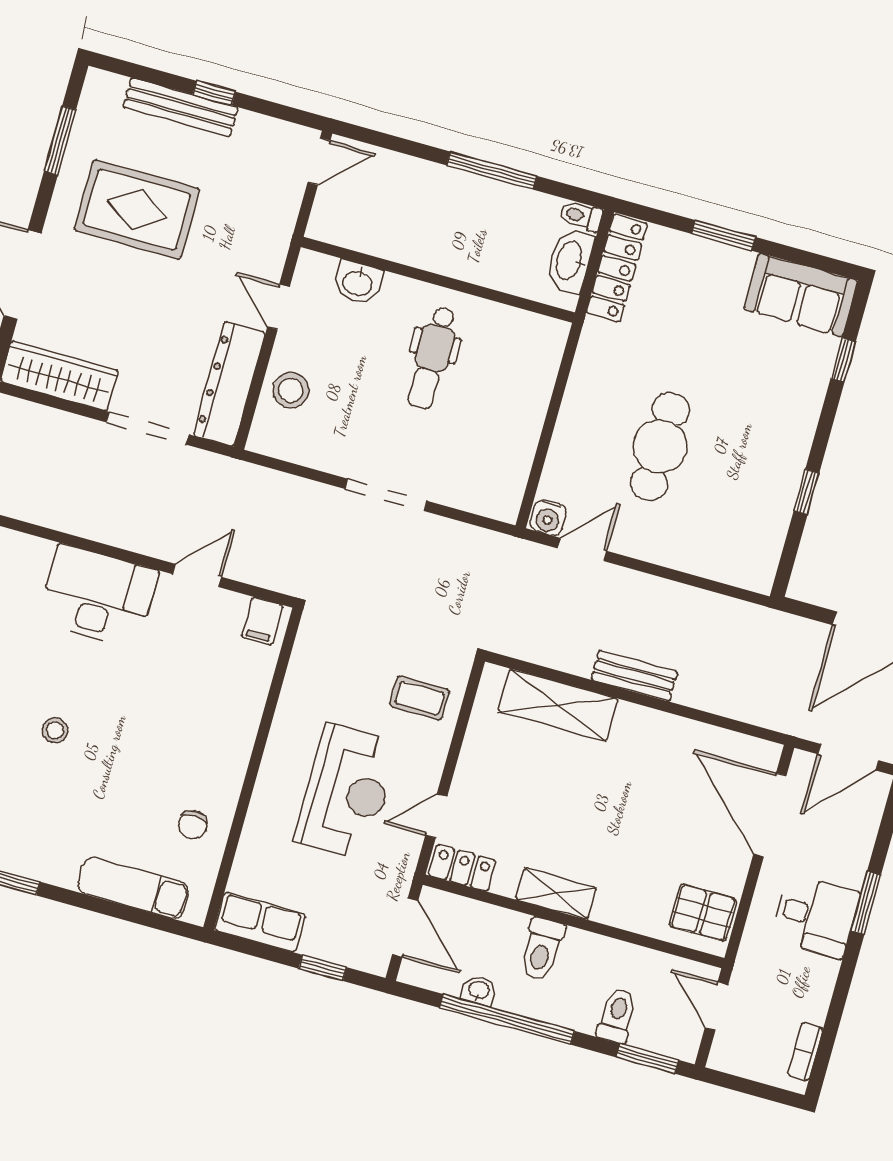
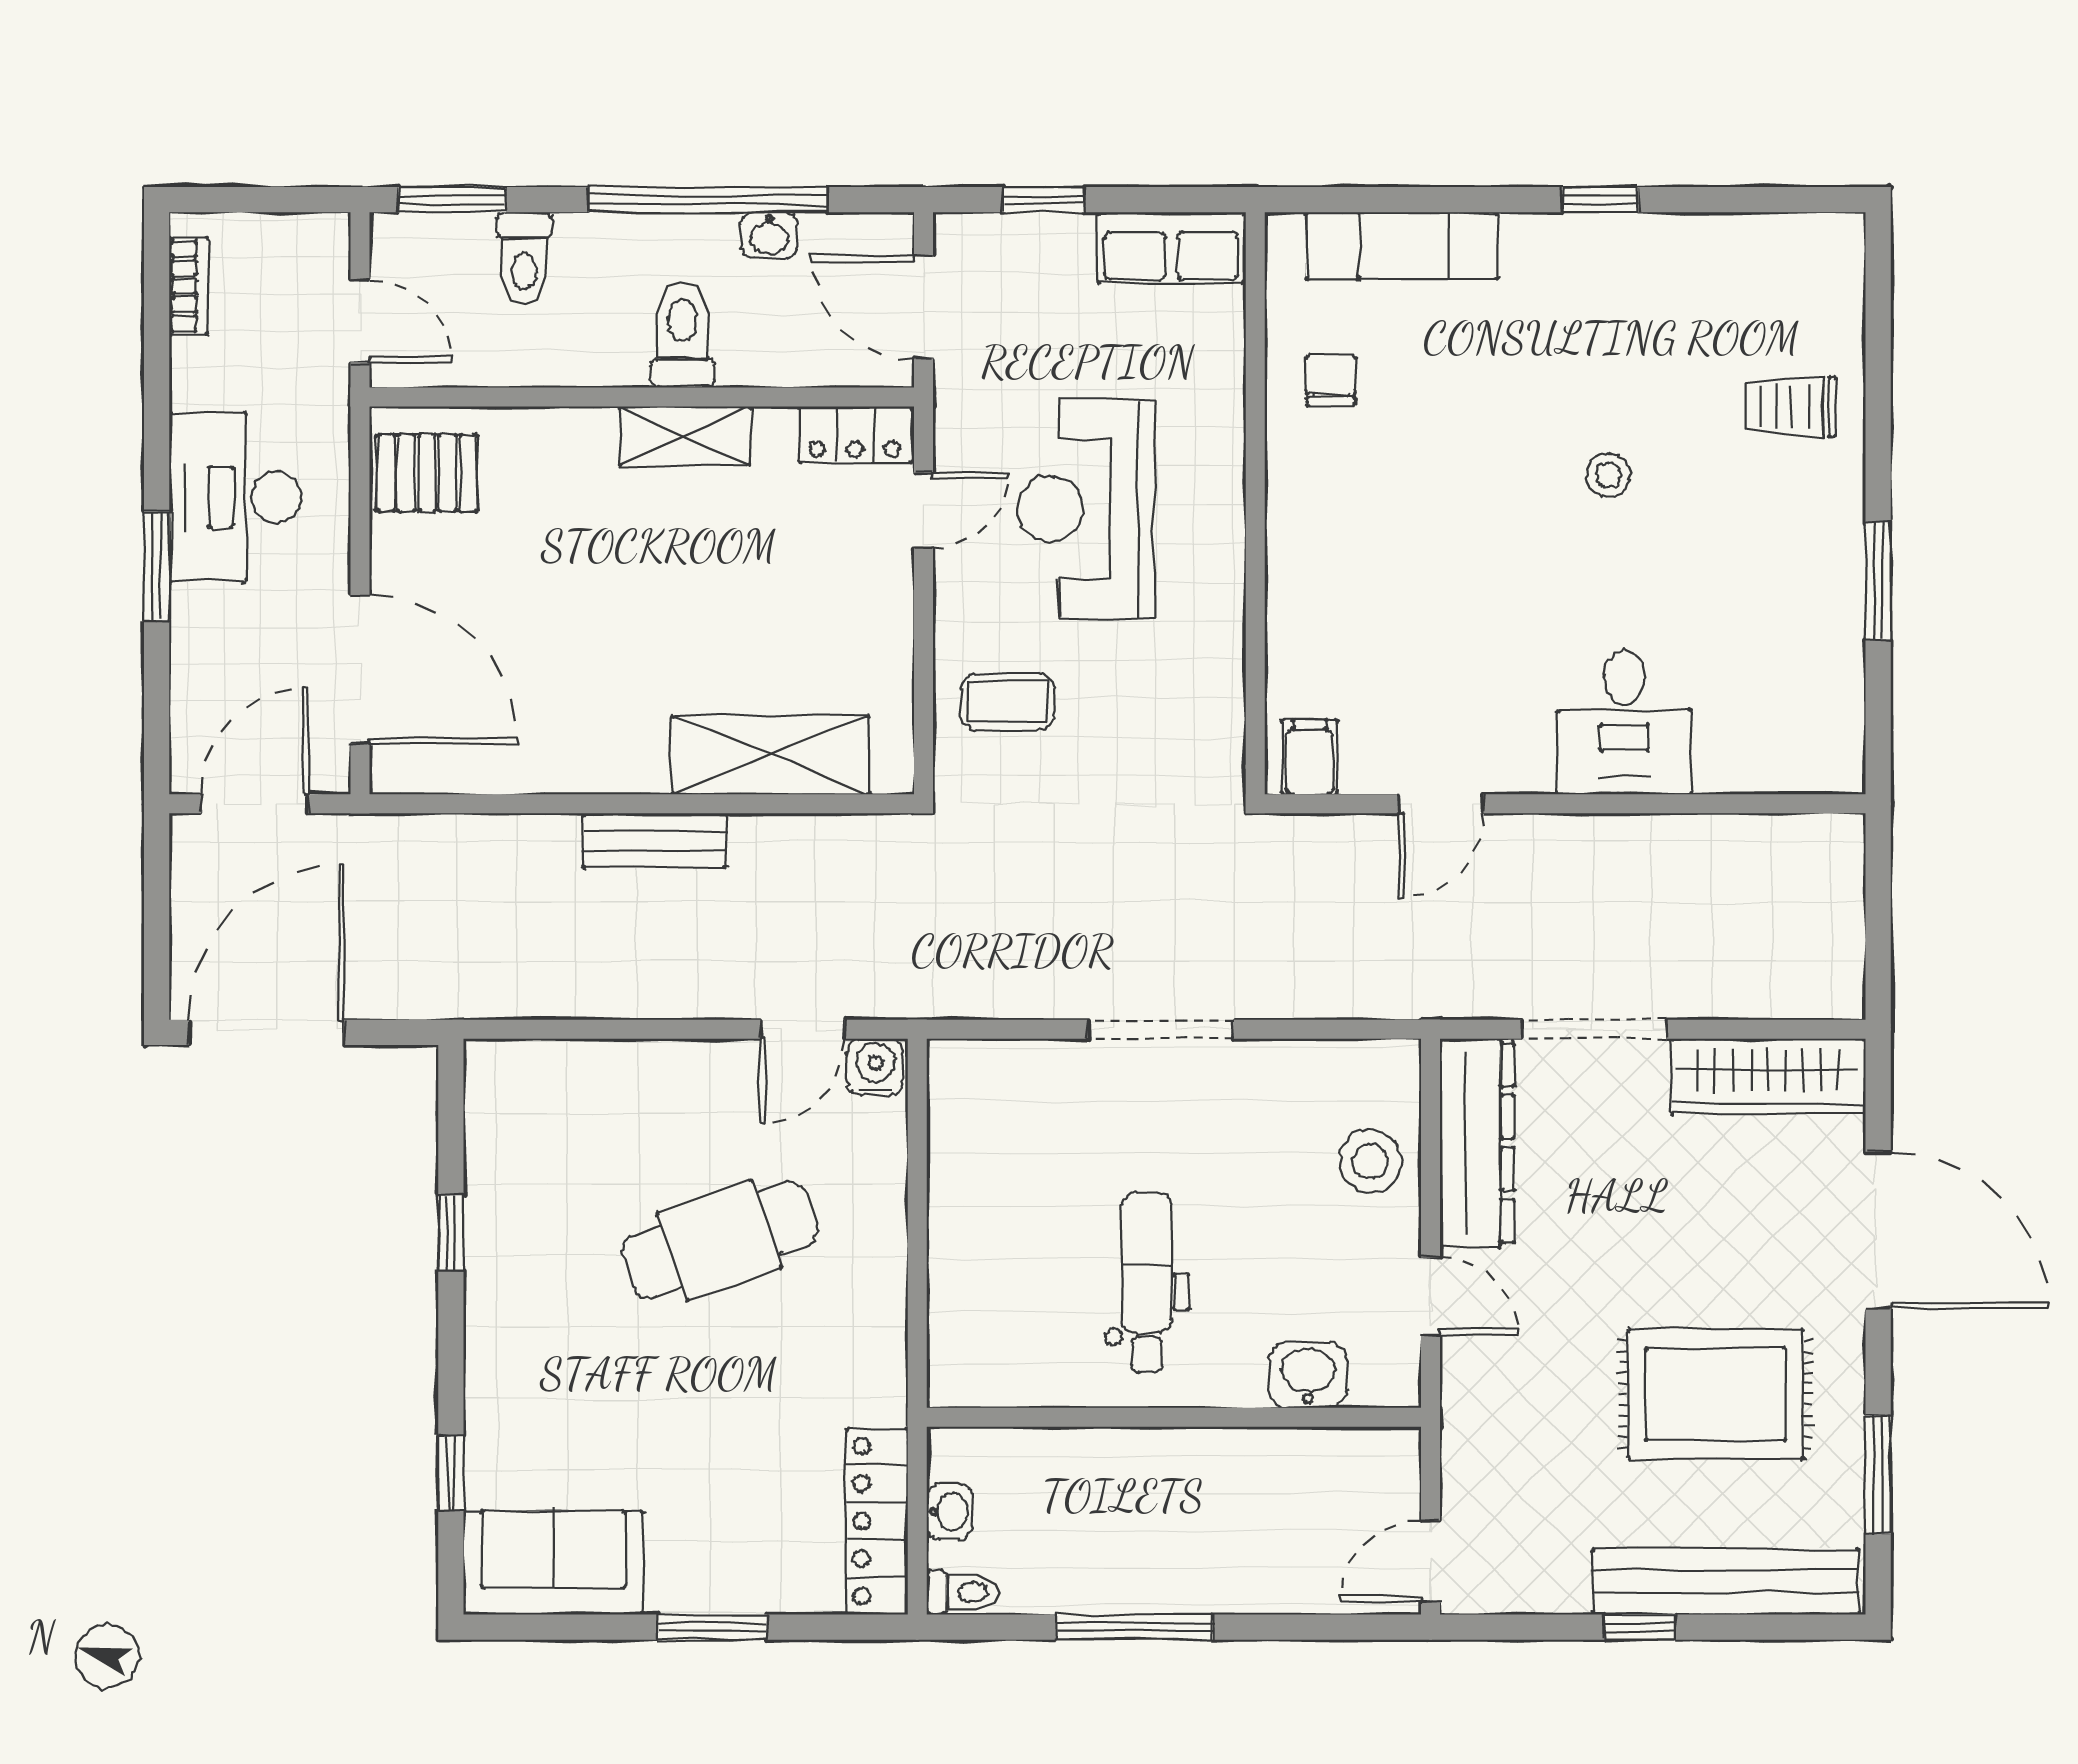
bench: (181, 107) -> (1726, 1581), width x1.37, depth x1.21
washbasin: (570, 261) -> (949, 1512), width x0.52, depth x0.69
cafe table: (660, 446) -> (720, 1240), turned 70
desk: (98, 596) -> (1624, 722), width x0.73
desk: (815, 916) -> (236, 497), width x1.37

